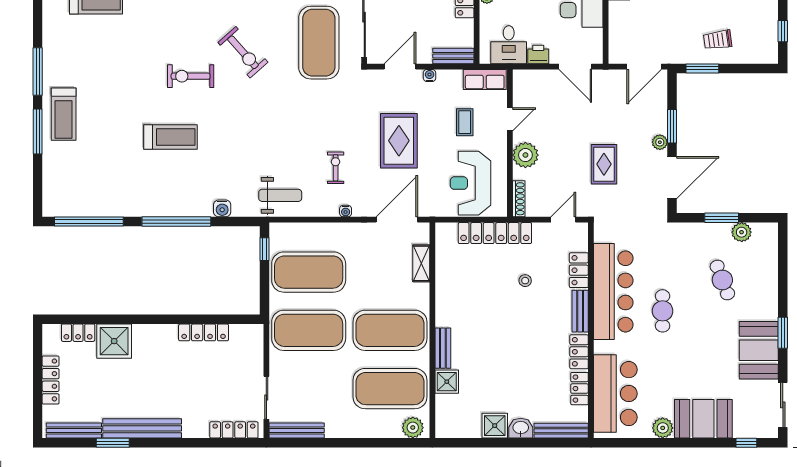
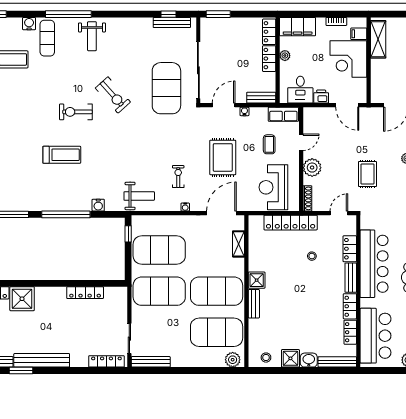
shower: (447, 382) -> (257, 280), moved
stool: (460, 424) -> (266, 358), added

